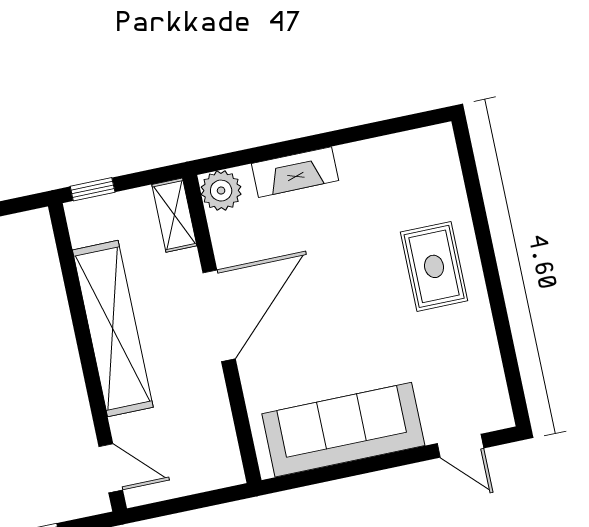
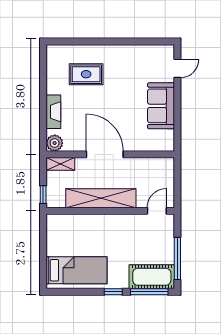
rug: (434, 266) -> (86, 74), moved
sofa: (343, 430) -> (161, 106), width x0.73

